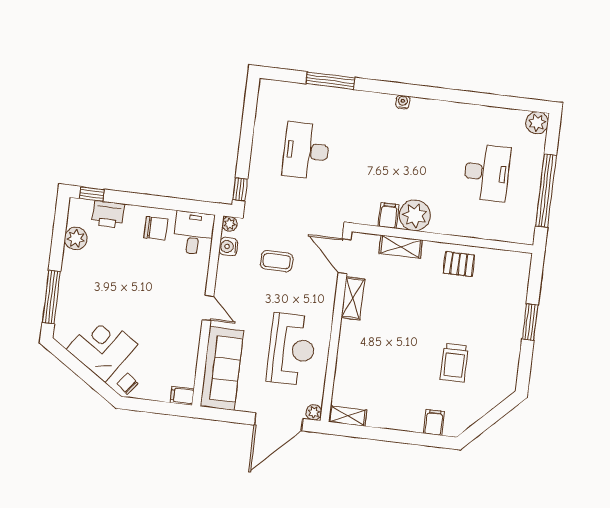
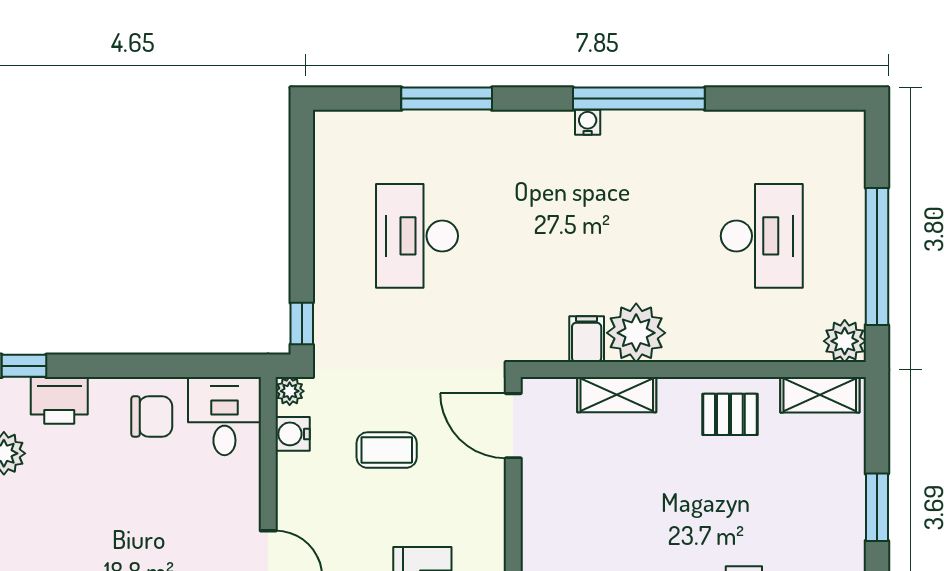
window: (431, 93) -> (639, 99), added
plant: (537, 123) -> (845, 341), moved
shelving: (353, 298) -> (820, 395), moved, turned 90

